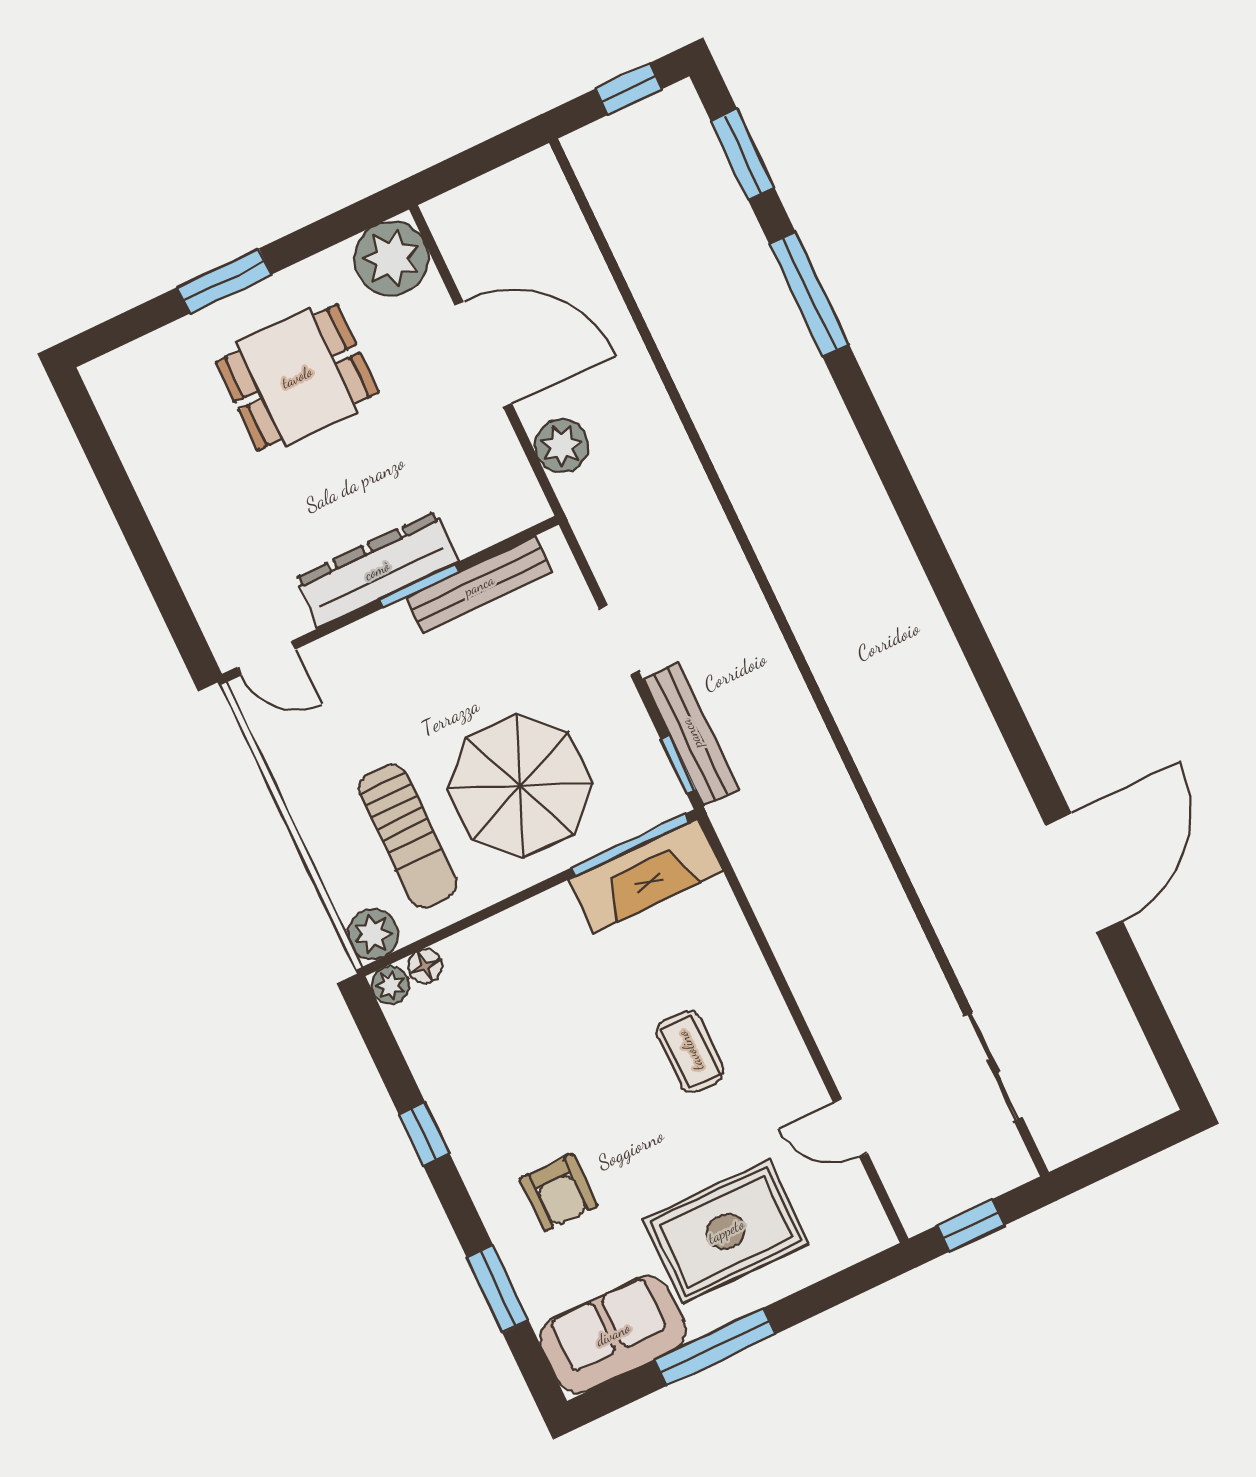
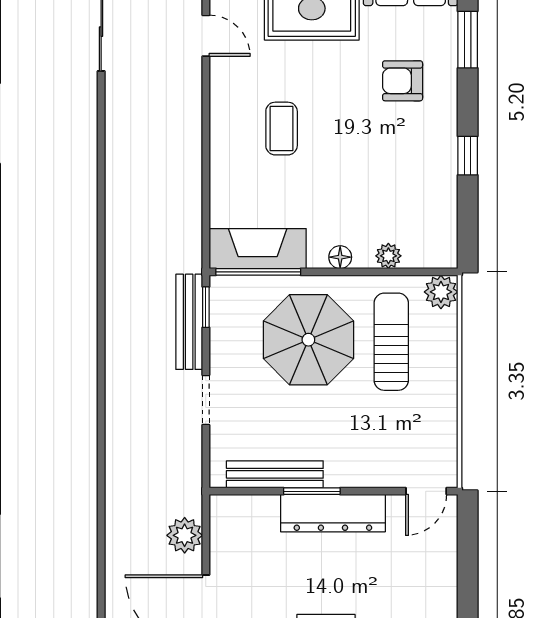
door: (266, 658) -> (426, 491), swing flipped
floor lamp: (425, 966) -> (340, 257), moved
plant: (390, 985) -> (388, 256), moved
armchair: (559, 1192) -> (403, 81), turned -90

